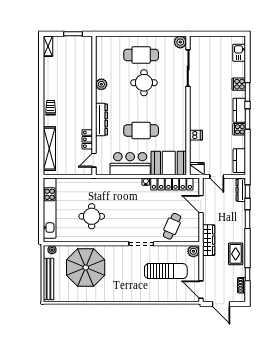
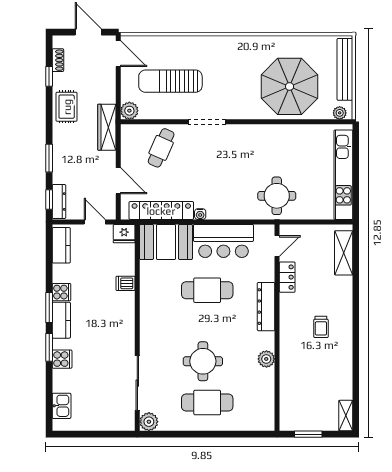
trolley: (51, 108) -> (321, 327), moved
shelving: (49, 149) -> (344, 253), width x0.68
round table: (92, 216) -> (277, 196), moved

